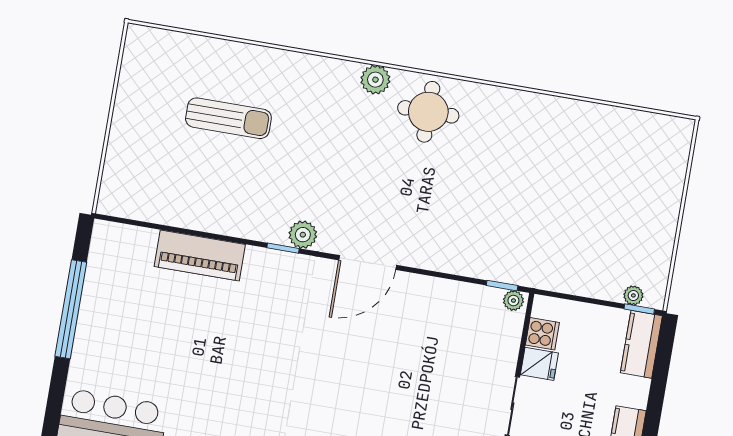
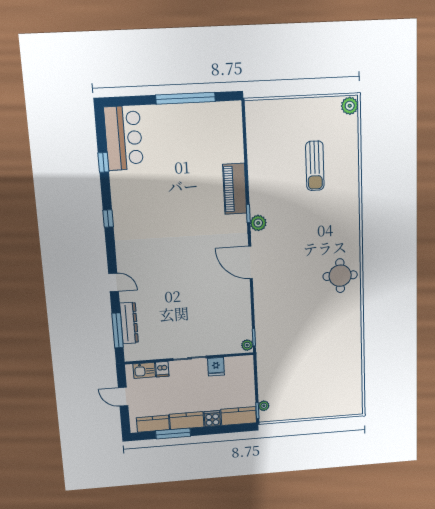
plant: (375, 80) -> (350, 106), moved
piano: (200, 255) -> (235, 189), moved
cooker: (542, 334) -> (212, 419), moved, turned 180

